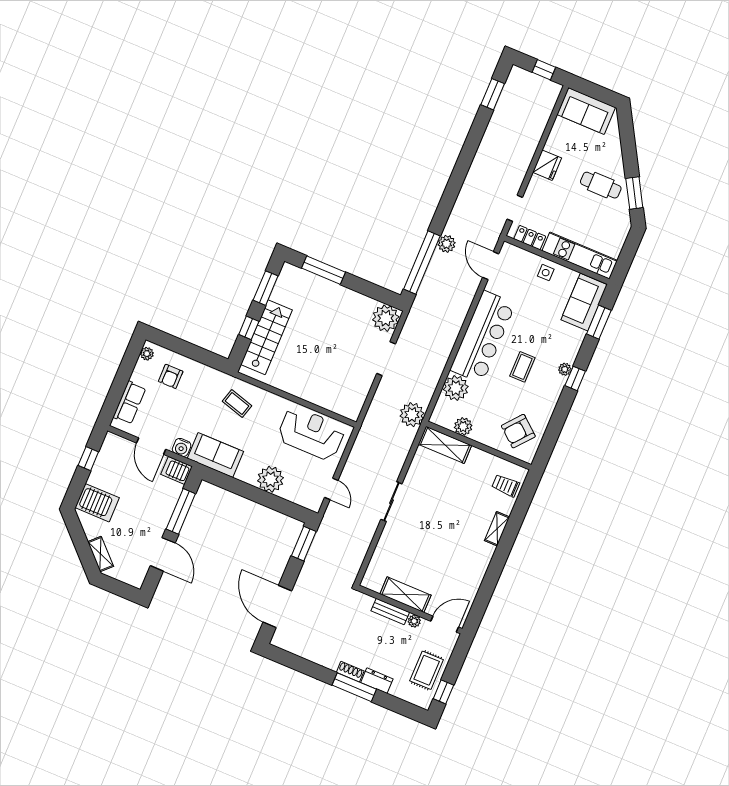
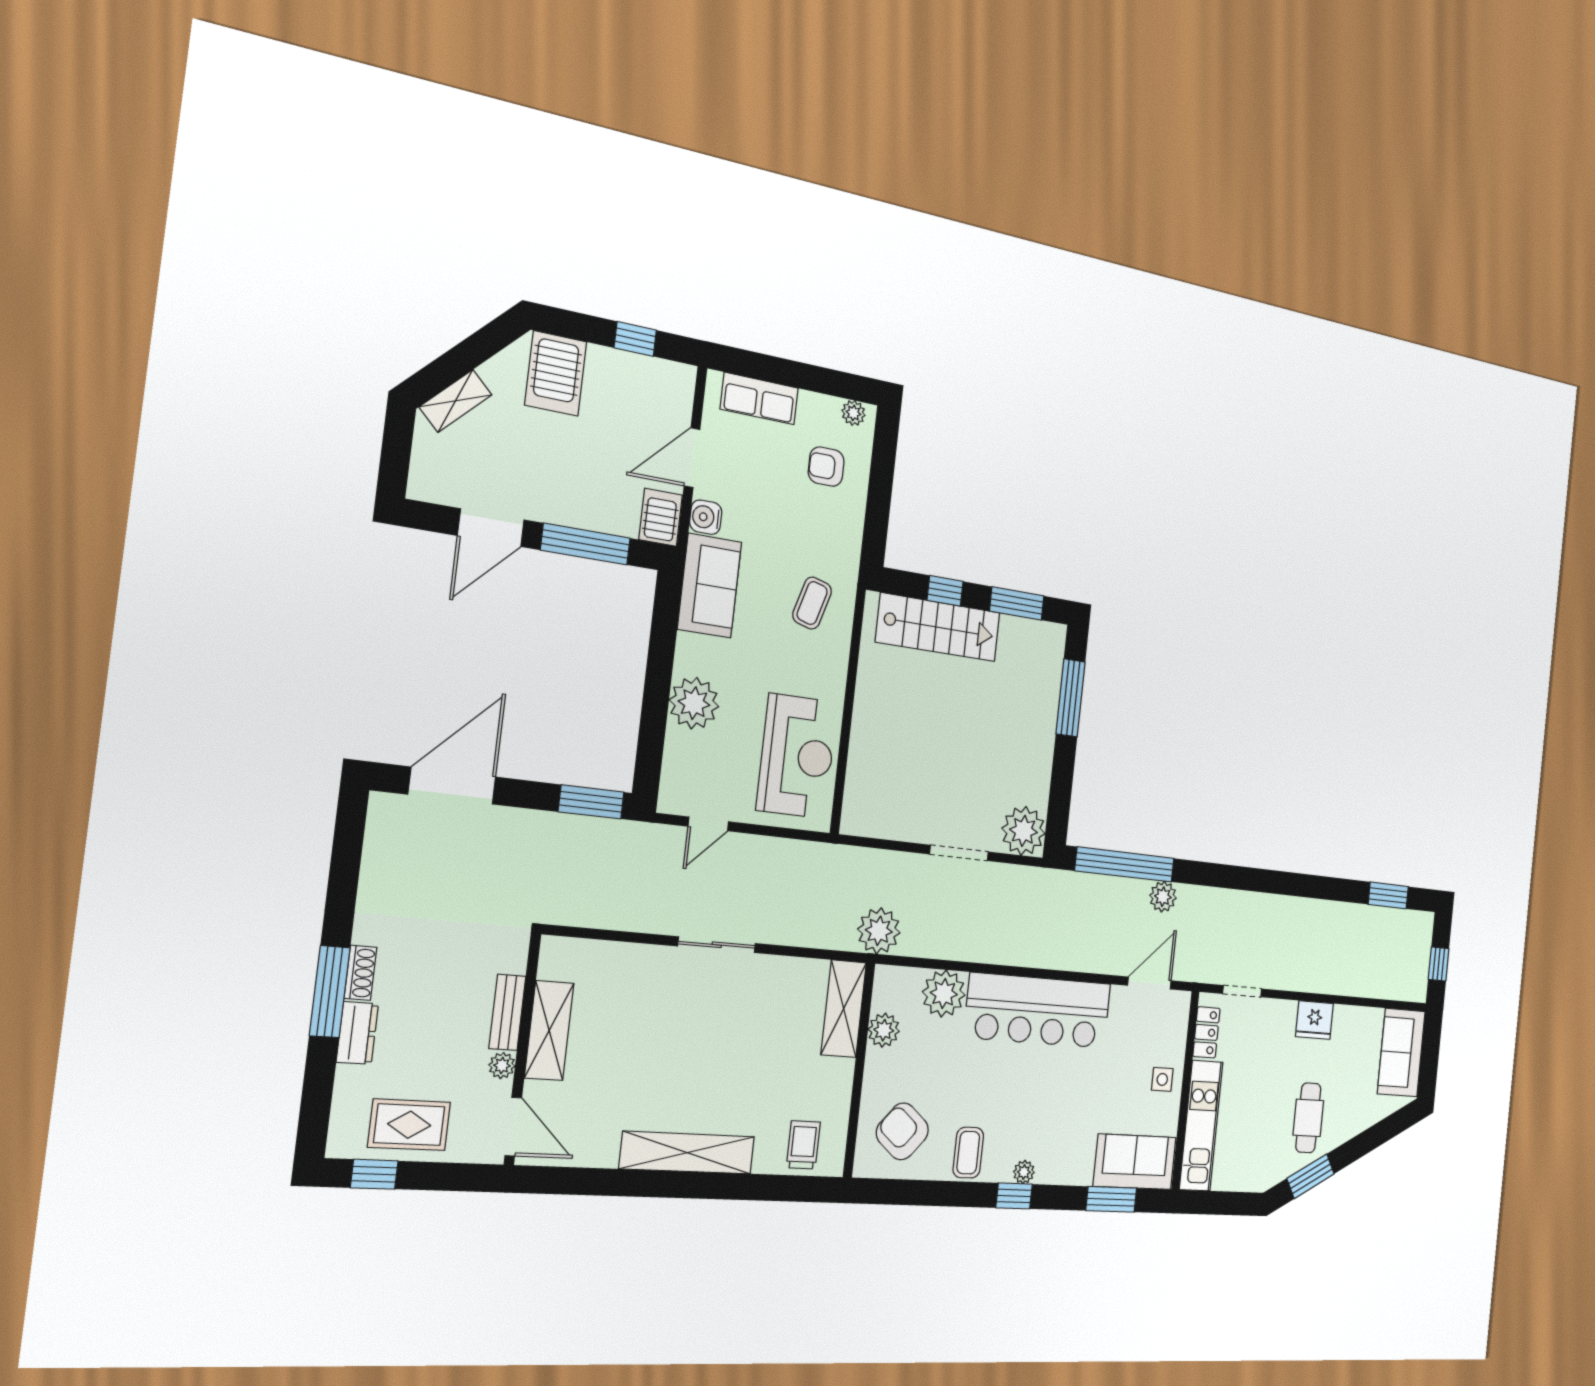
coffee table: (522, 367) -> (968, 1153), moved, turned 90
shelving: (497, 529) -> (687, 1153), width x2.20, depth x1.33

